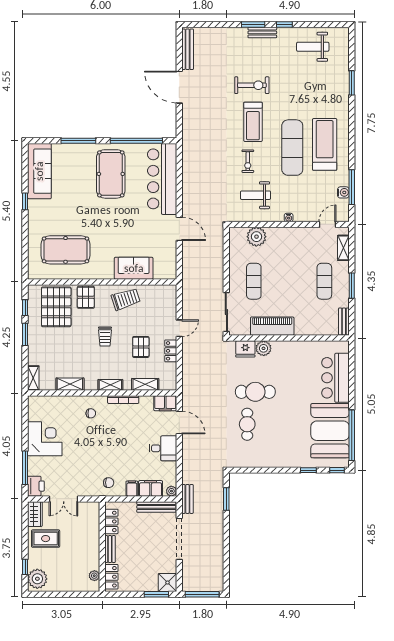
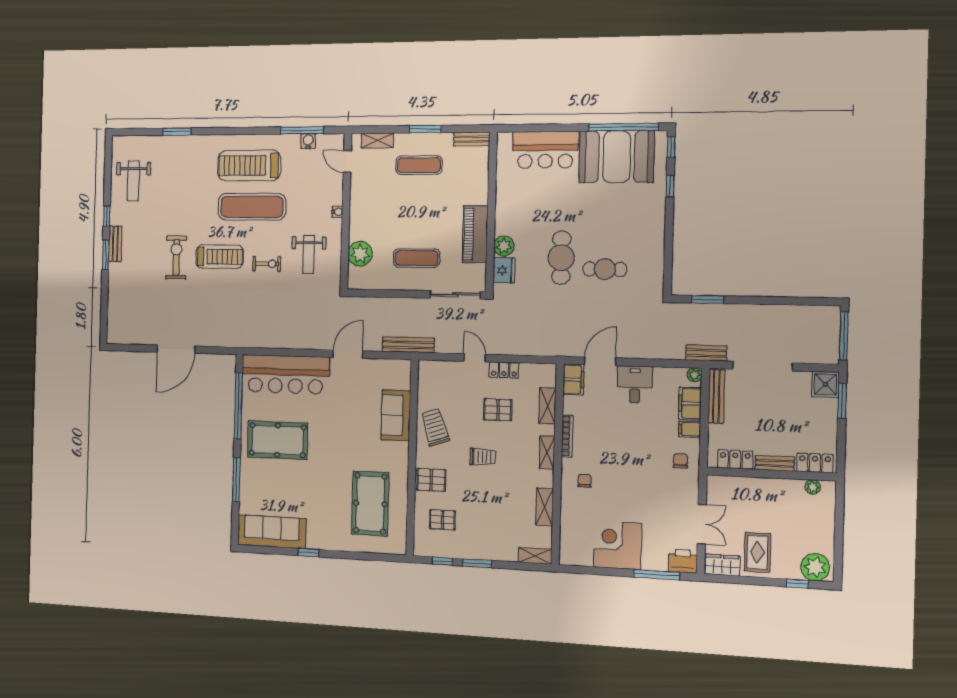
bench: (188, 49) -> (408, 345), moved
pallet: (56, 307) -> (442, 520), width x0.49, depth x0.50

